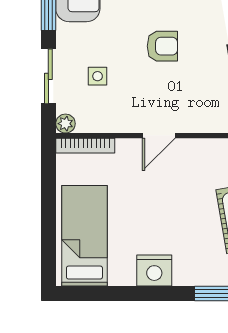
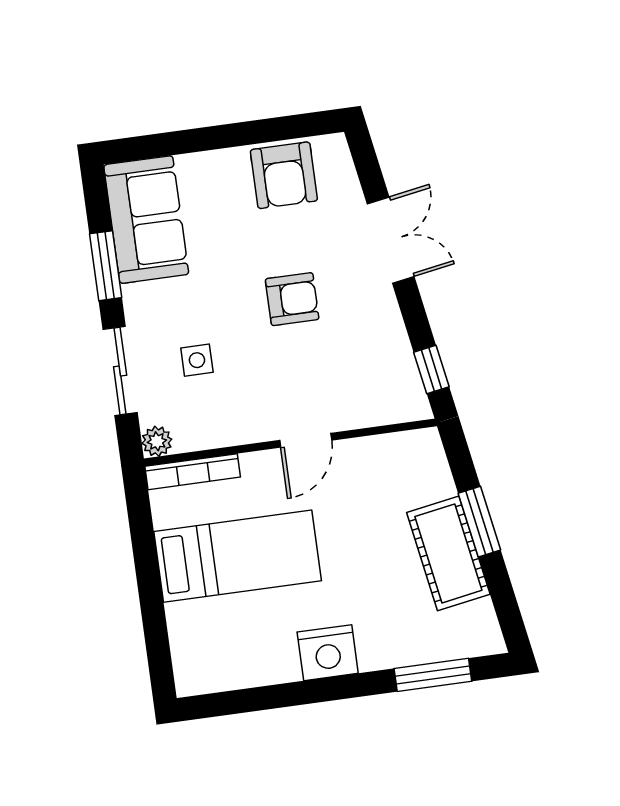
bed: (84, 236) -> (238, 556), moved, turned 90

